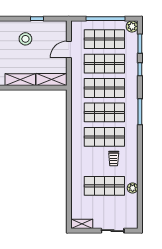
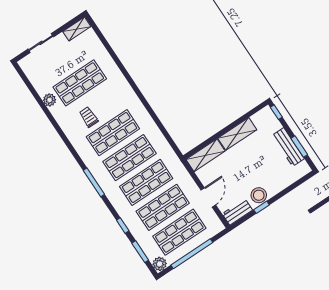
workbench: (56, 26) -> (237, 212), added
stool: (25, 39) -> (259, 195), moved

